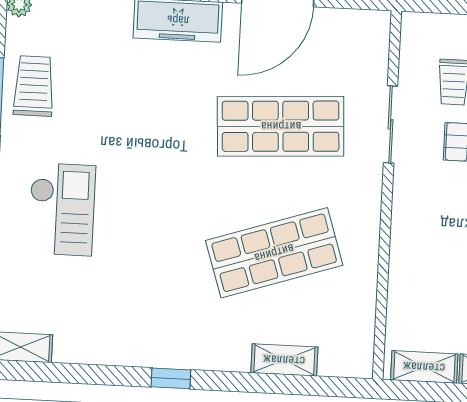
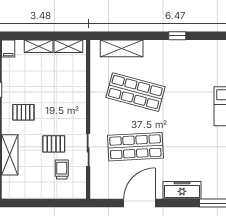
shop shelf: (274, 253) -> (135, 92), turned 33
shelving: (284, 360) -> (122, 48), width x1.50, depth x1.33

